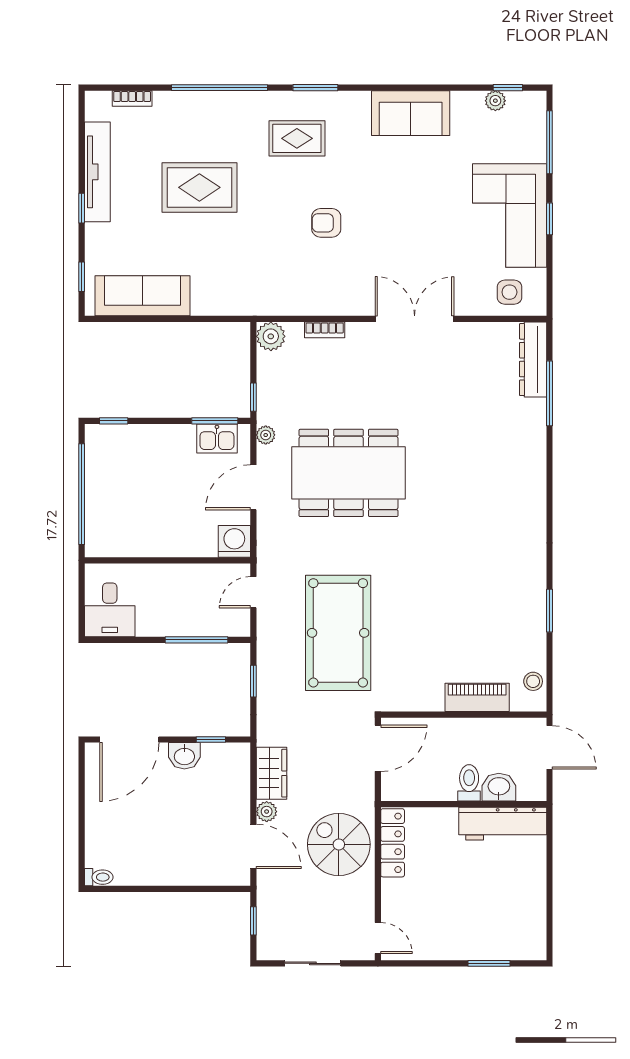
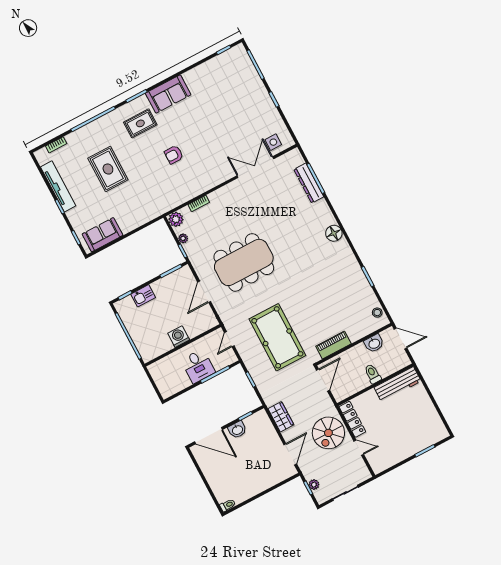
plant: (495, 101) -> (221, 59), removed
sofa: (411, 113) -> (168, 94), moved
rug: (199, 187) -> (108, 169), turned 90
corner sofa: (510, 216) -> (255, 107), removed
sofa: (143, 296) -> (103, 235), width x0.73
double door: (415, 319) -> (255, 167), moved
dresser: (533, 360) -> (309, 183), moved
plant: (266, 435) -> (183, 238), moved
kitchen sink: (217, 439) -> (143, 296), moved
floor lamp: (531, 505) -> (334, 233), added
washing machine: (234, 541) -> (179, 337), moved
desk: (110, 610) -> (198, 366), moved
piano: (477, 697) -> (333, 345), moved
door: (129, 739) -> (208, 436), hinge flipped
washbasin: (499, 787) -> (374, 343), moved, turned 180
plant: (267, 812) -> (314, 485), moved
spiral stairs: (339, 844) -> (328, 433), turned -90
door: (253, 846) -> (290, 454), hinge flipped
door: (378, 938) -> (359, 448), moved

